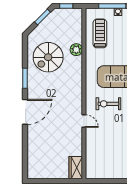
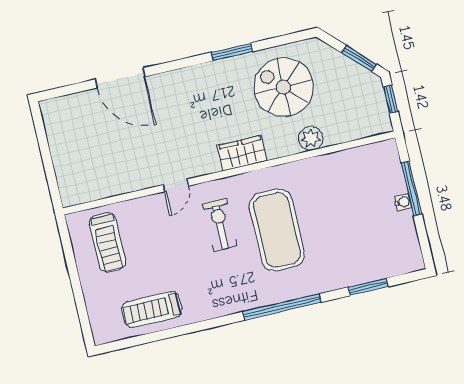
treadmill: (100, 33) -> (107, 242), moved, turned 90
door: (25, 112) -> (120, 78), moved
wardrobe: (76, 168) -> (242, 153), moved

